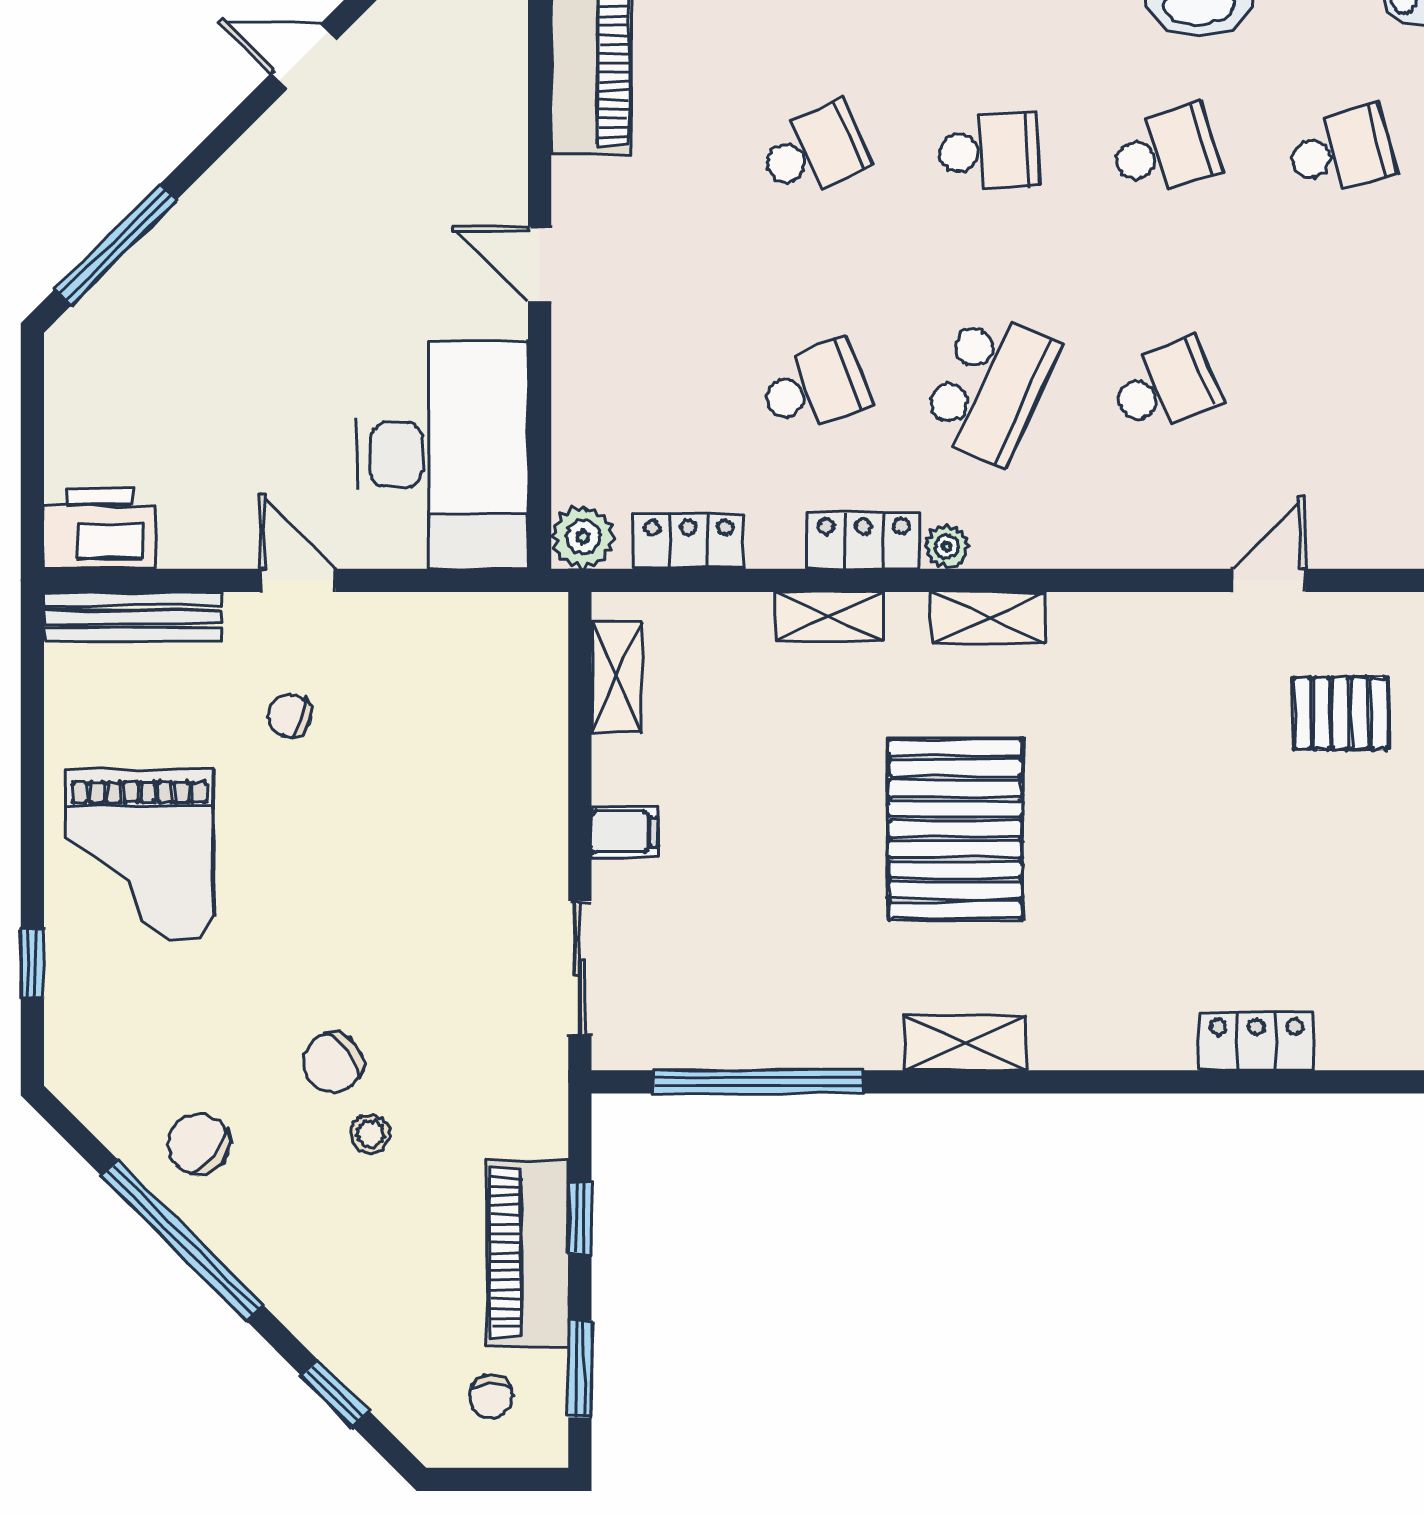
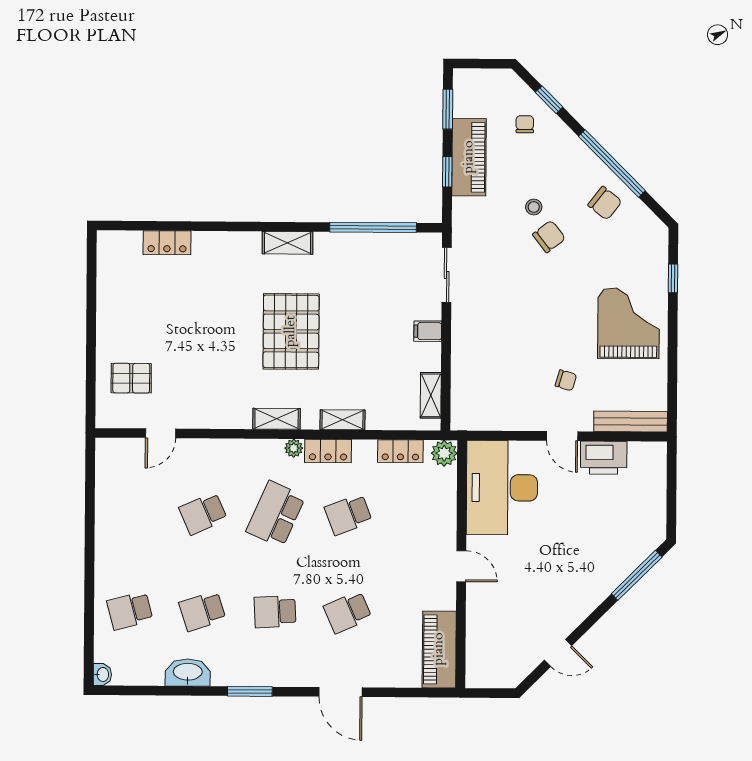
printer: (100, 529) -> (604, 458), moved
chair: (491, 1396) -> (525, 124), moved

